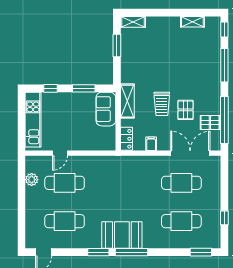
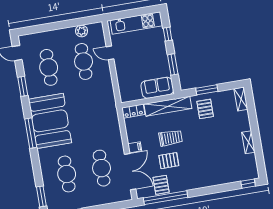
shelving: (192, 22) -> (248, 142), moved
window: (117, 46) -> (207, 90), moved
pallet: (137, 62) -> (205, 109), added
window: (224, 65) -> (215, 189), removed
shelving: (127, 101) -> (168, 106), width x1.47
trolley: (162, 104) -> (171, 138), turned 180
filing cabinet: (151, 144) -> (135, 147), moved
booth: (122, 235) -> (50, 121), width x1.36, depth x1.42
window: (98, 252) -> (23, 86), moved

